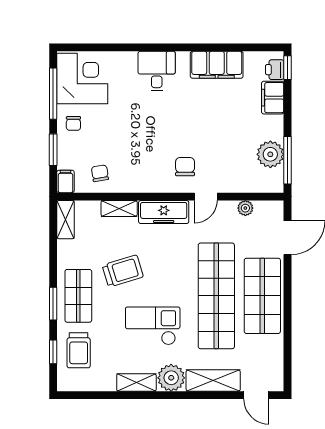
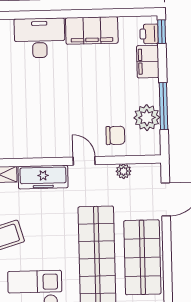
desk: (157, 71) -> (40, 38), width x1.37
window: (287, 160) -> (164, 106), moved
chair: (185, 167) -> (115, 135), moved, turned 90
door: (206, 197) -> (84, 161), swing flipped

